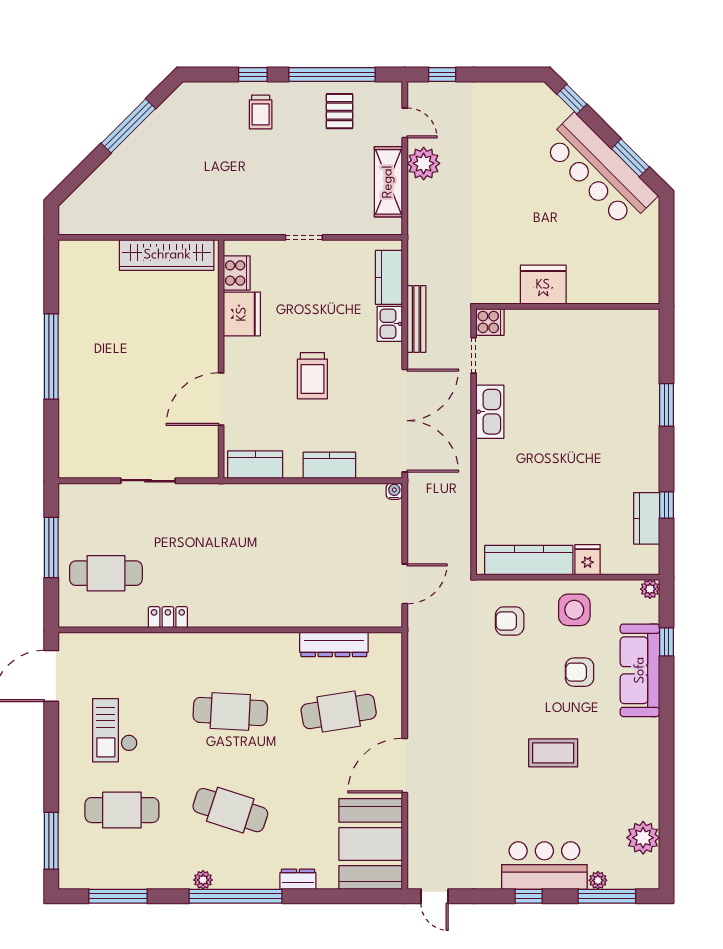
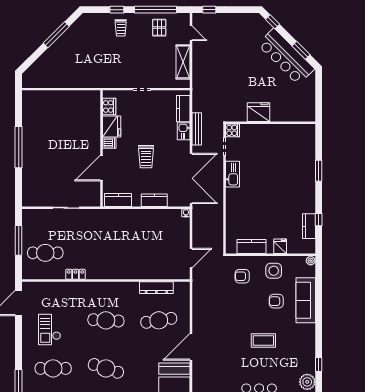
plant: (424, 163) -> (200, 53), removed
wardrobe: (167, 255) -> (75, 98), removed
dishwasher: (237, 348) -> (109, 143), added
kitchen counter: (529, 560) -> (252, 247), width x0.67
window: (666, 642) -> (319, 364), moved

